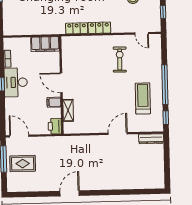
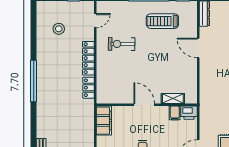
locker: (99, 28) -> (88, 58), width x1.53
door: (61, 83) -> (144, 105), swing flipped
filing cabinet: (54, 102) -> (175, 113), moved

